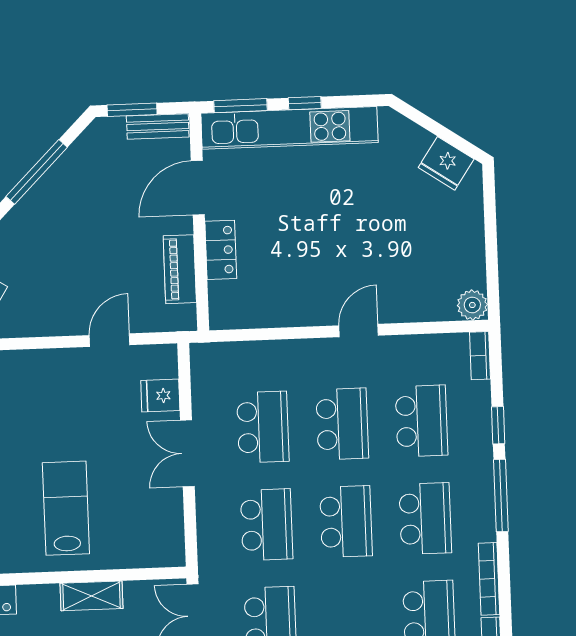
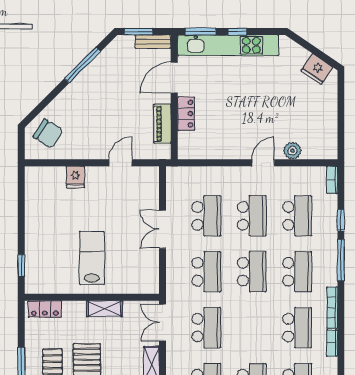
plant: (472, 305) -> (292, 151), moved
fridge: (160, 396) -> (75, 177), moved, turned -90

